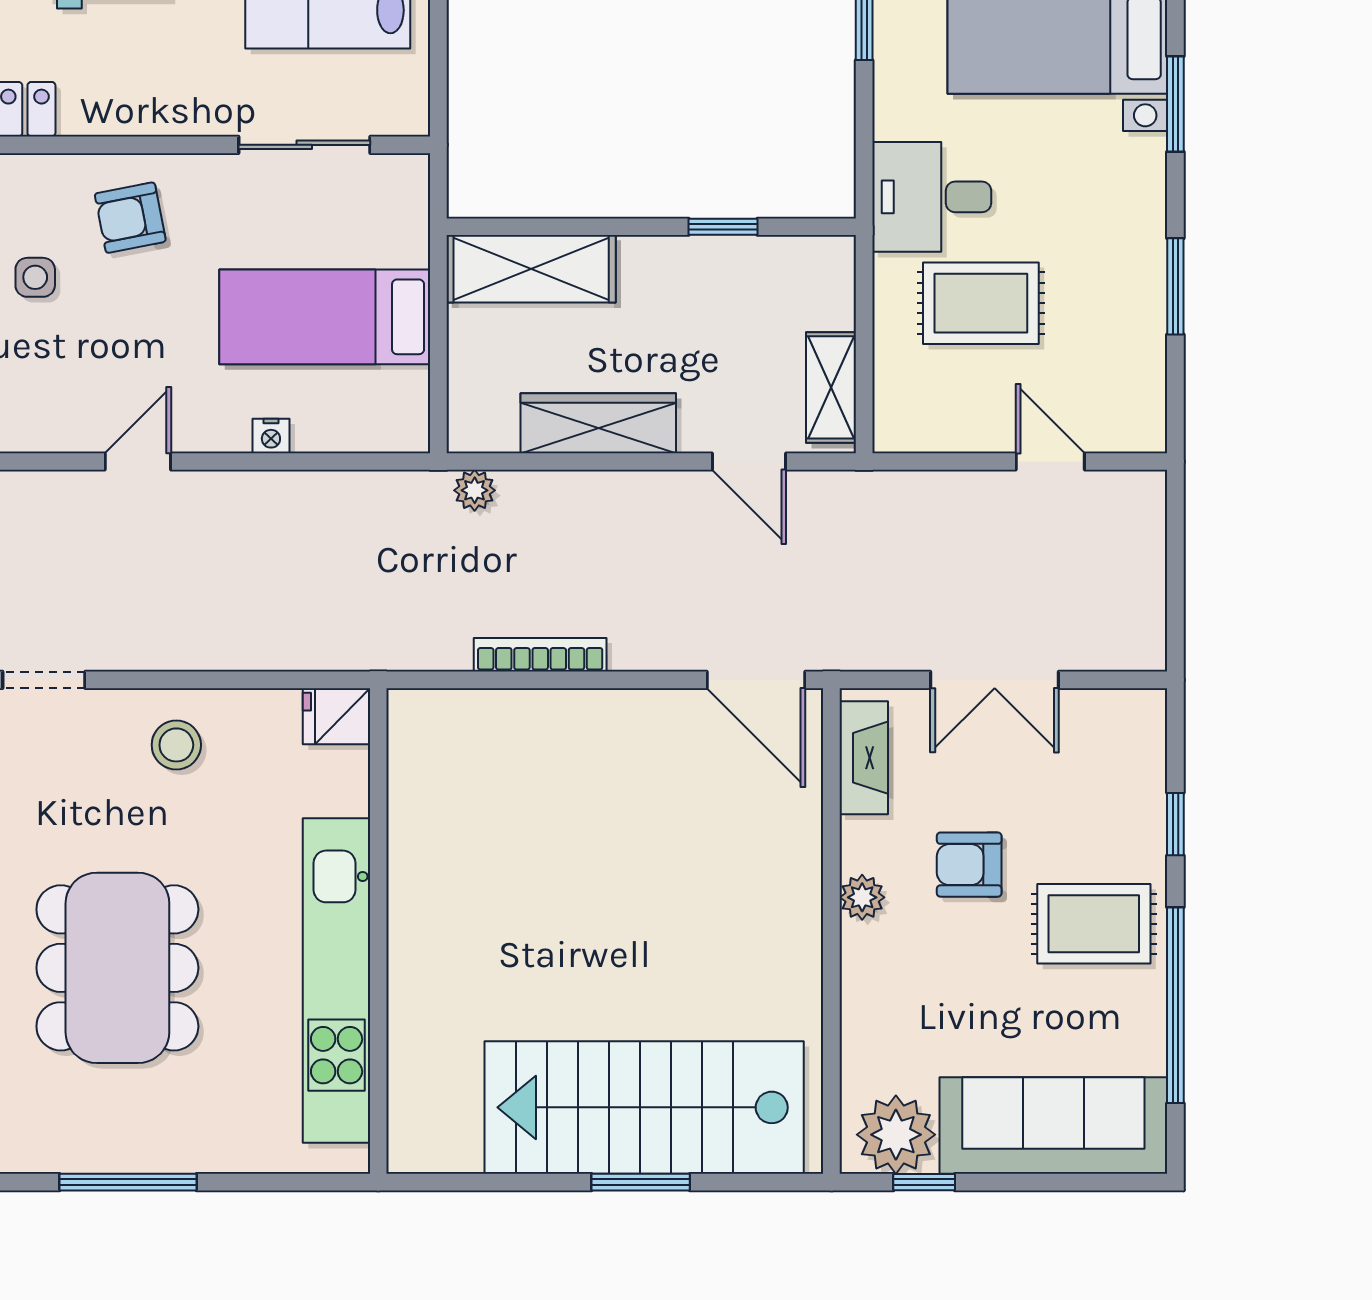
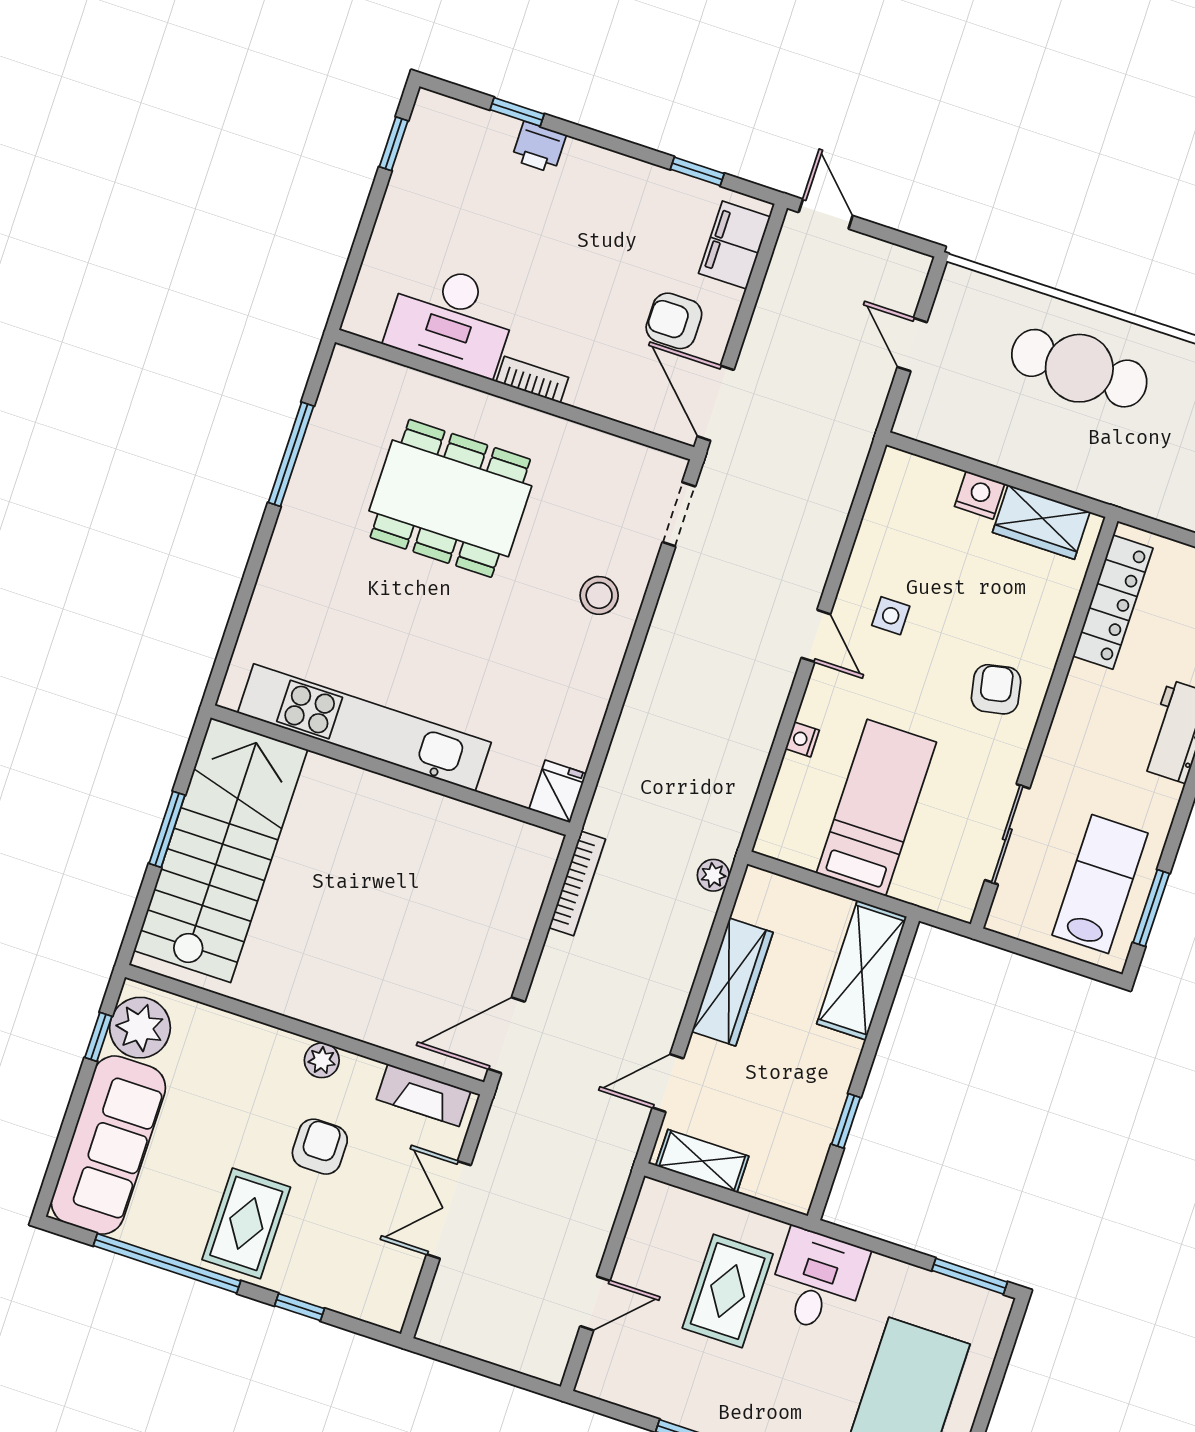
side table: (35, 277) -> (891, 616), moved
fridge: (336, 716) -> (558, 791), moved
wall: (378, 931) -> (390, 770), moved
kitchen unit: (337, 980) -> (364, 728), moved

